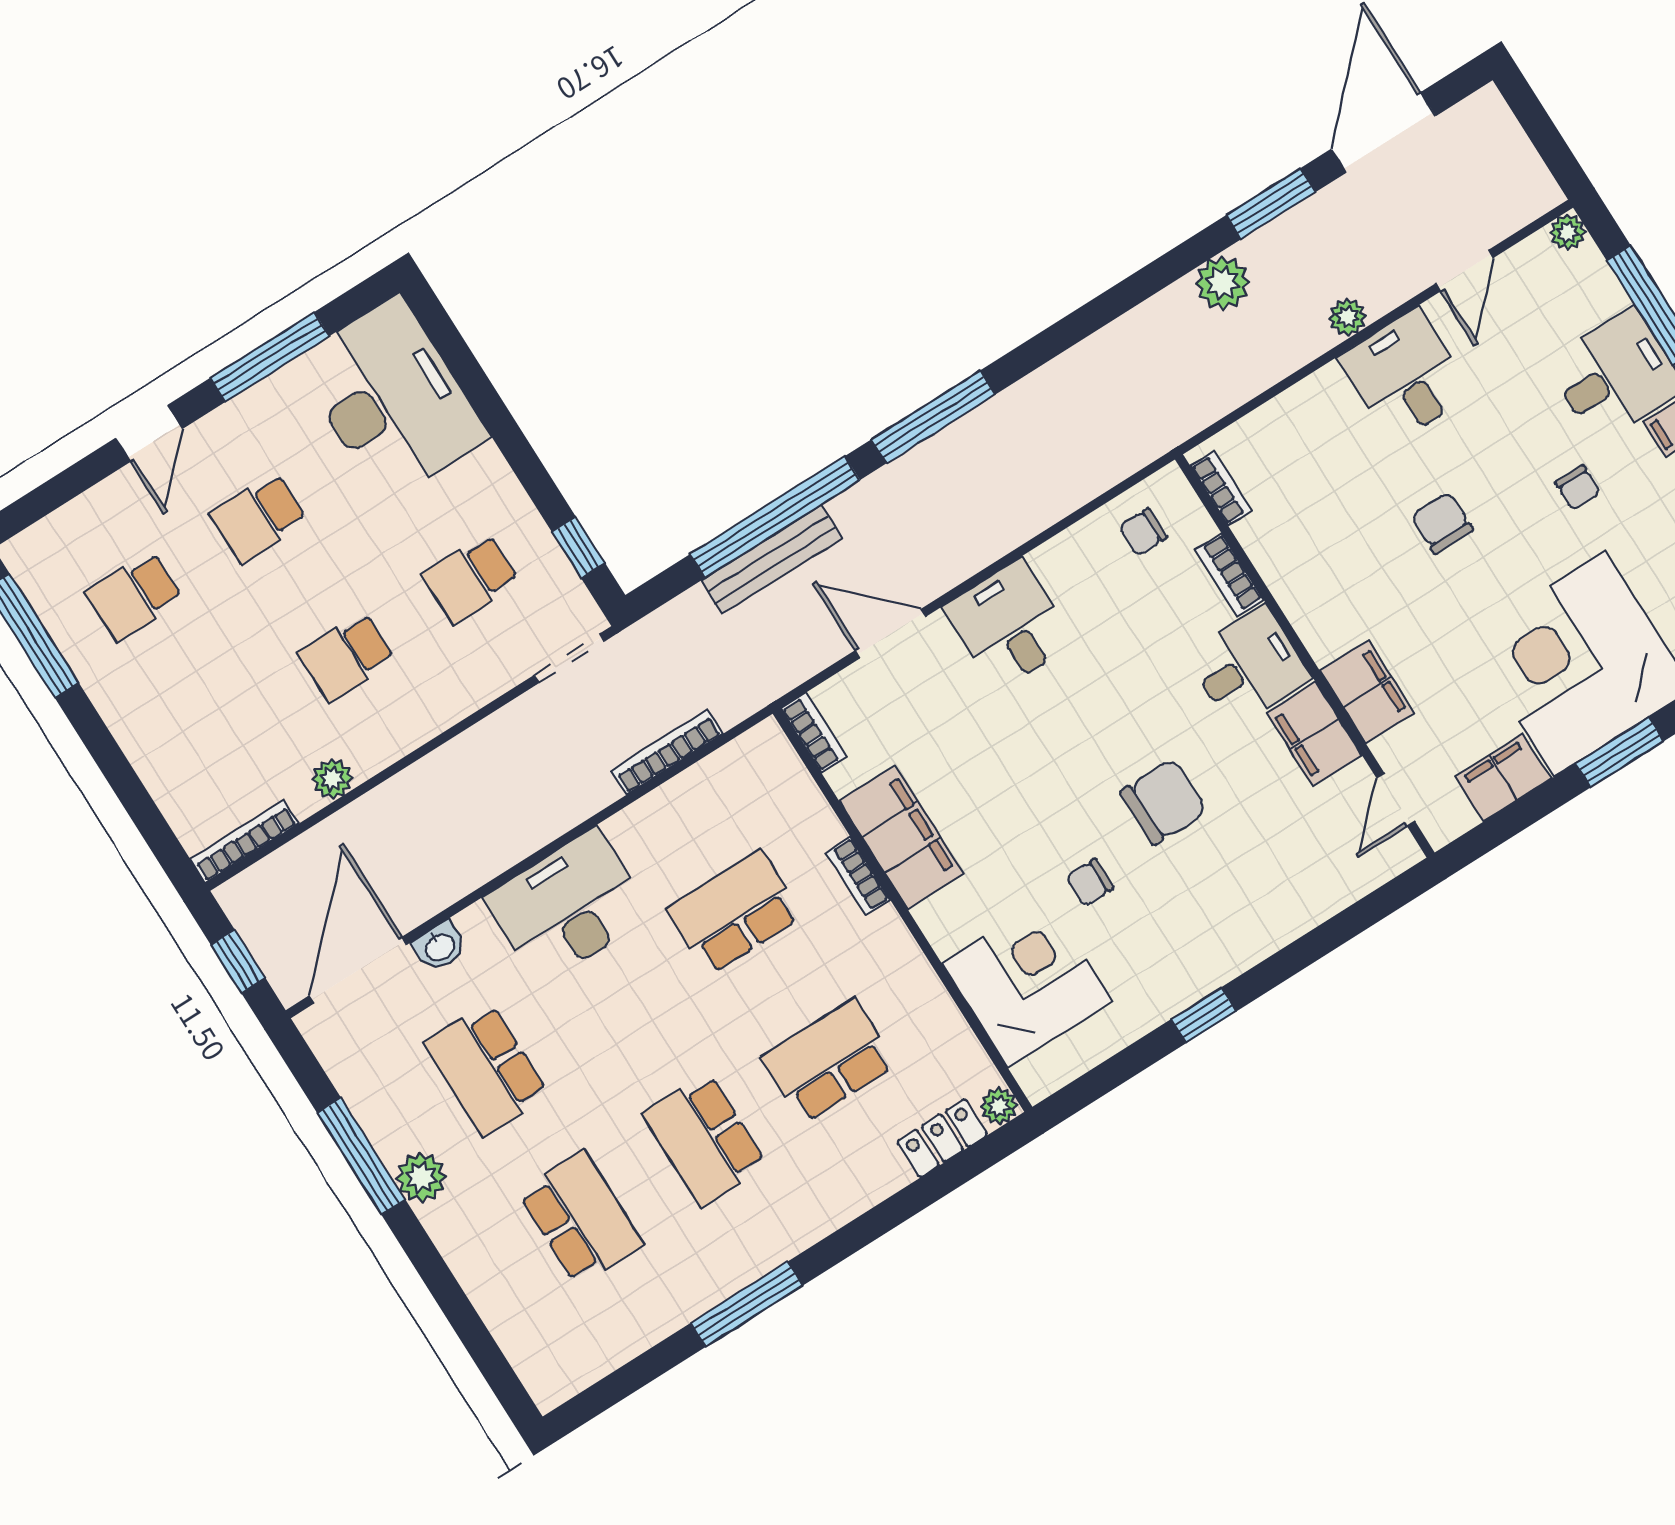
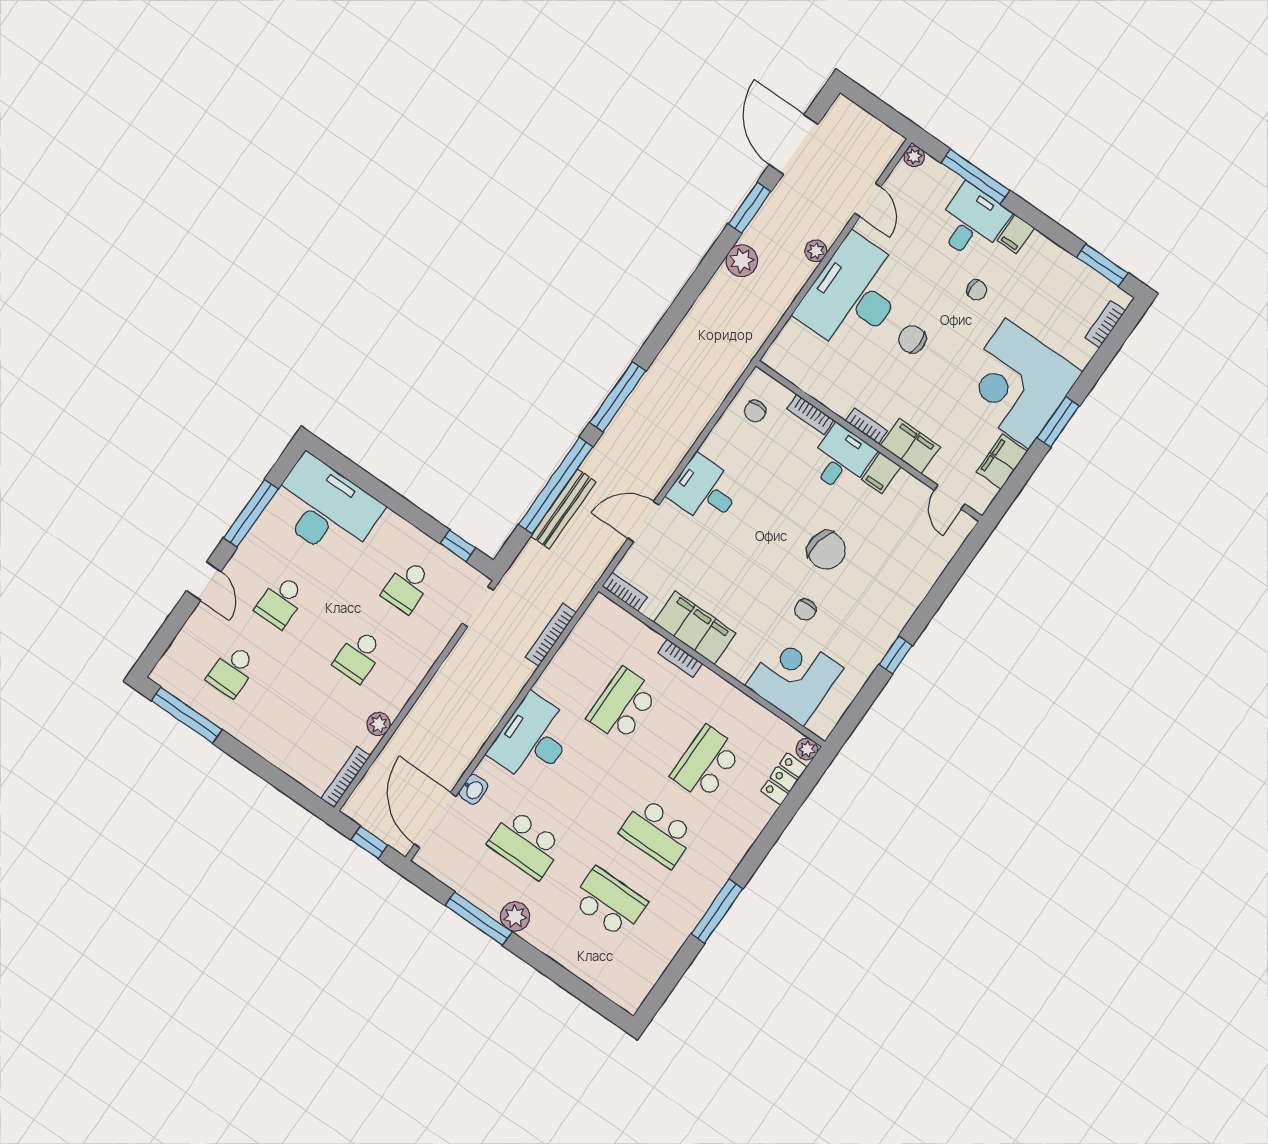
desk: (1405, 376) -> (853, 295), width x1.87, depth x1.30
bookcase: (1221, 488) -> (866, 426), moved
filing cabinet: (1314, 734) -> (881, 473), width x0.50
chair: (1164, 802) -> (826, 550), turned 101

